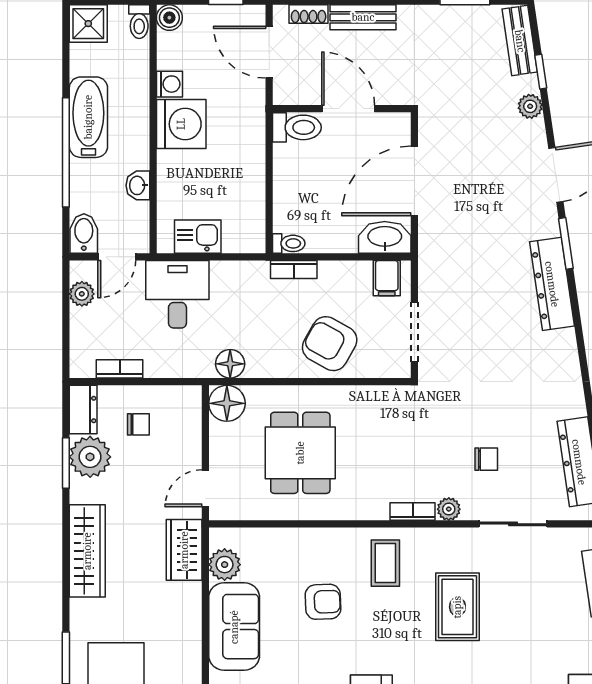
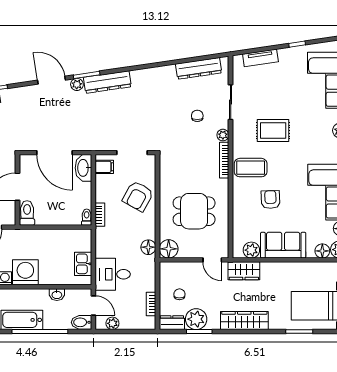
plant: (530, 106) -> (77, 84), moved
bookcase: (413, 511) -> (224, 160), width x1.56
coffee table: (385, 563) -> (251, 168), width x1.36, depth x1.30

